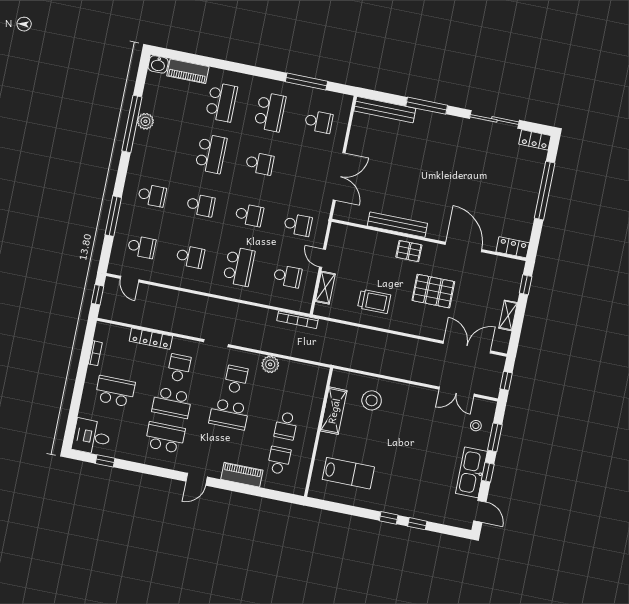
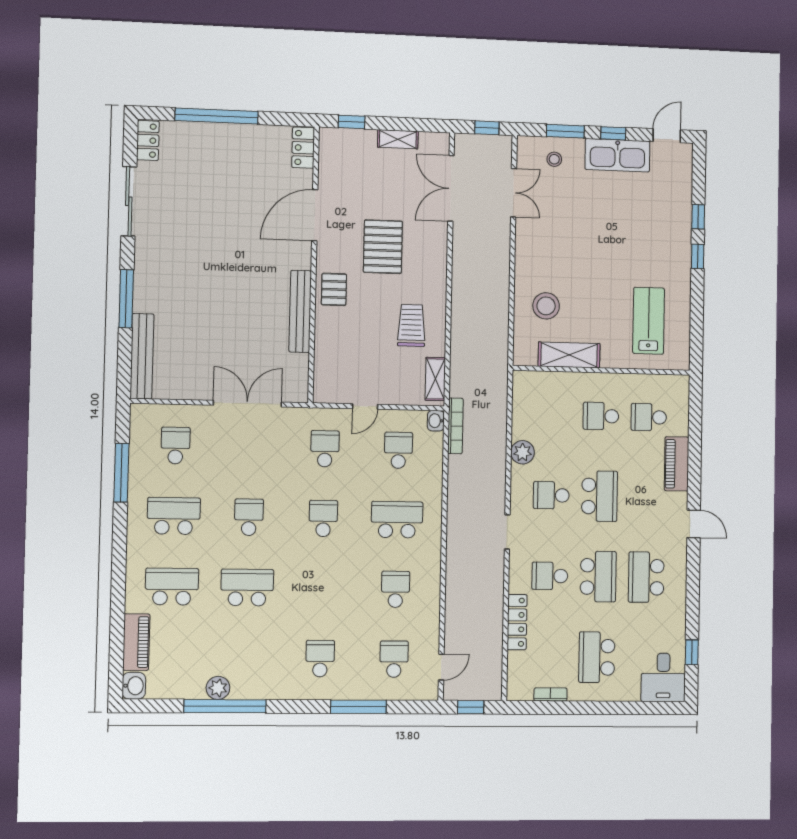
school desk: (201, 205) -> (322, 588), removed
shelving: (325, 288) -> (435, 379), moved, turned 90
washbasin: (304, 306) -> (436, 421), added
school desk: (286, 426) -> (601, 416), turned 180

